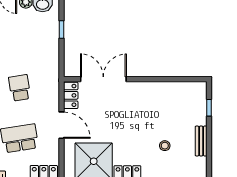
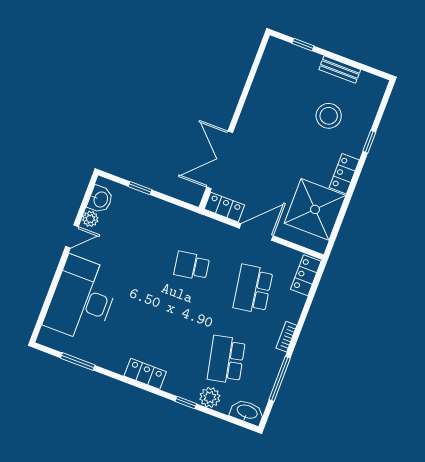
stool: (165, 146) -> (329, 116), width x1.89, depth x1.89

